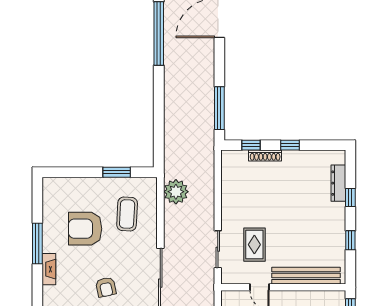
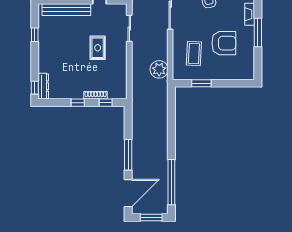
window: (219, 108) -> (128, 155), moved
dresser: (338, 183) -> (43, 86), moved
window: (350, 198) -> (35, 88), moved
rug: (254, 245) -> (98, 48), moved

